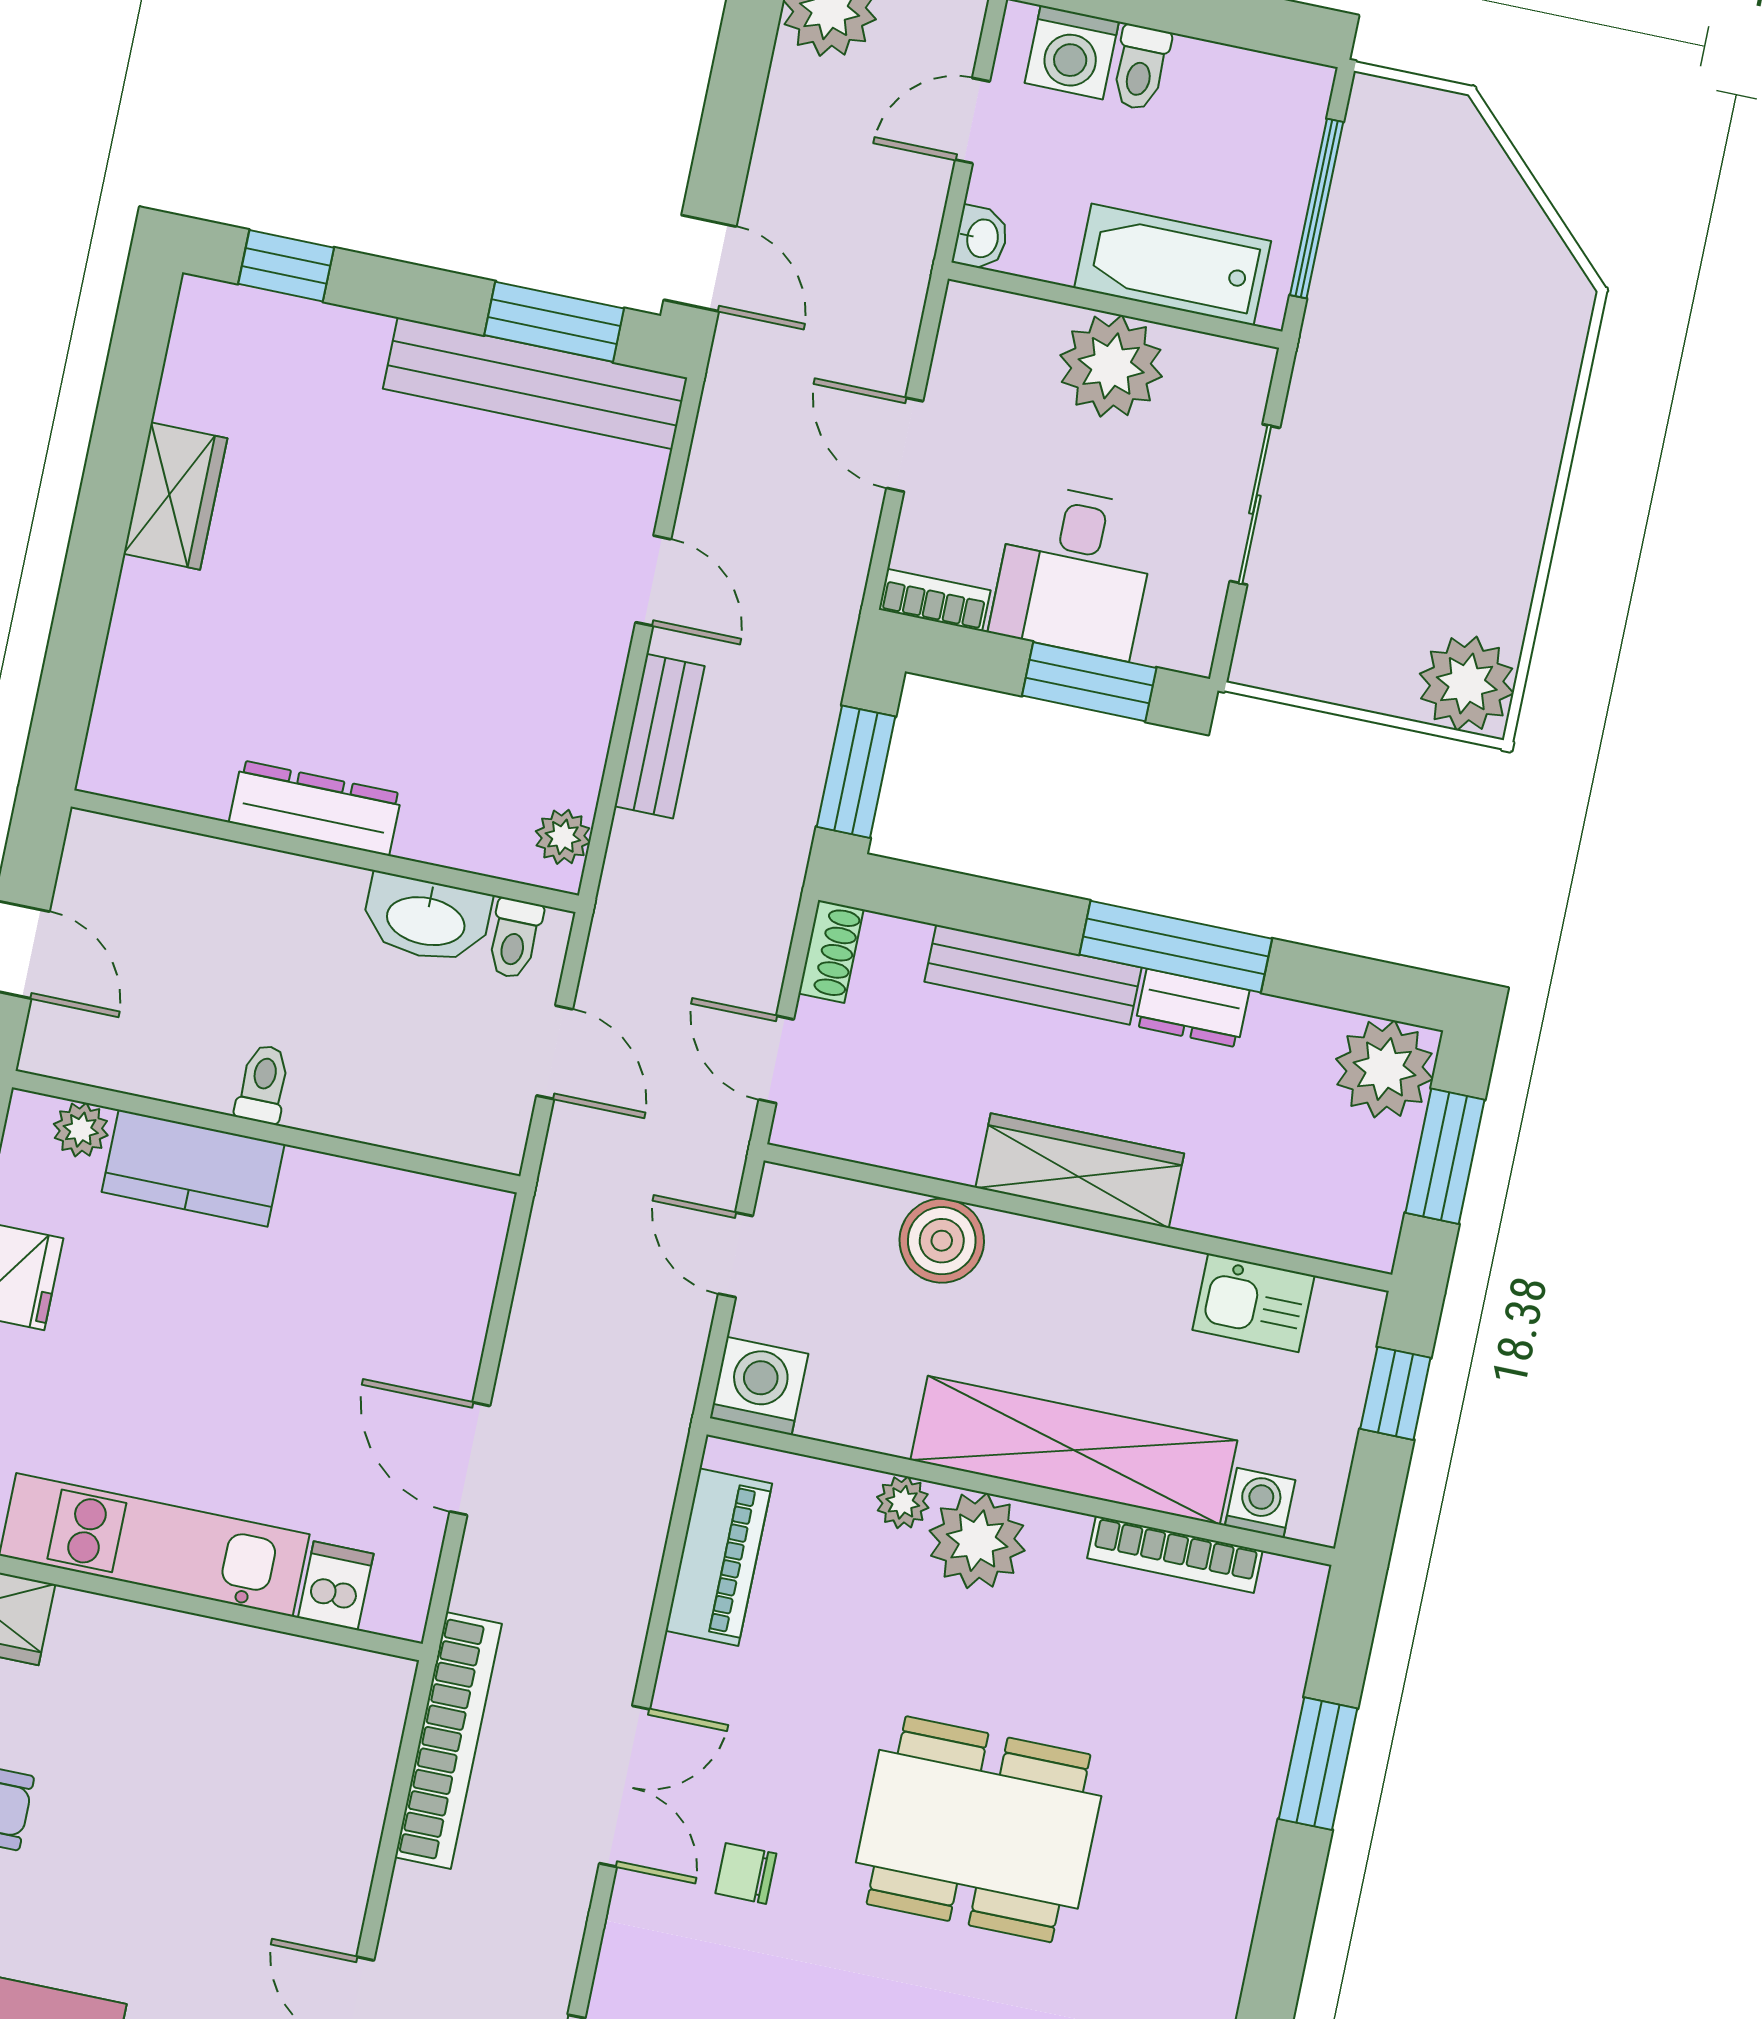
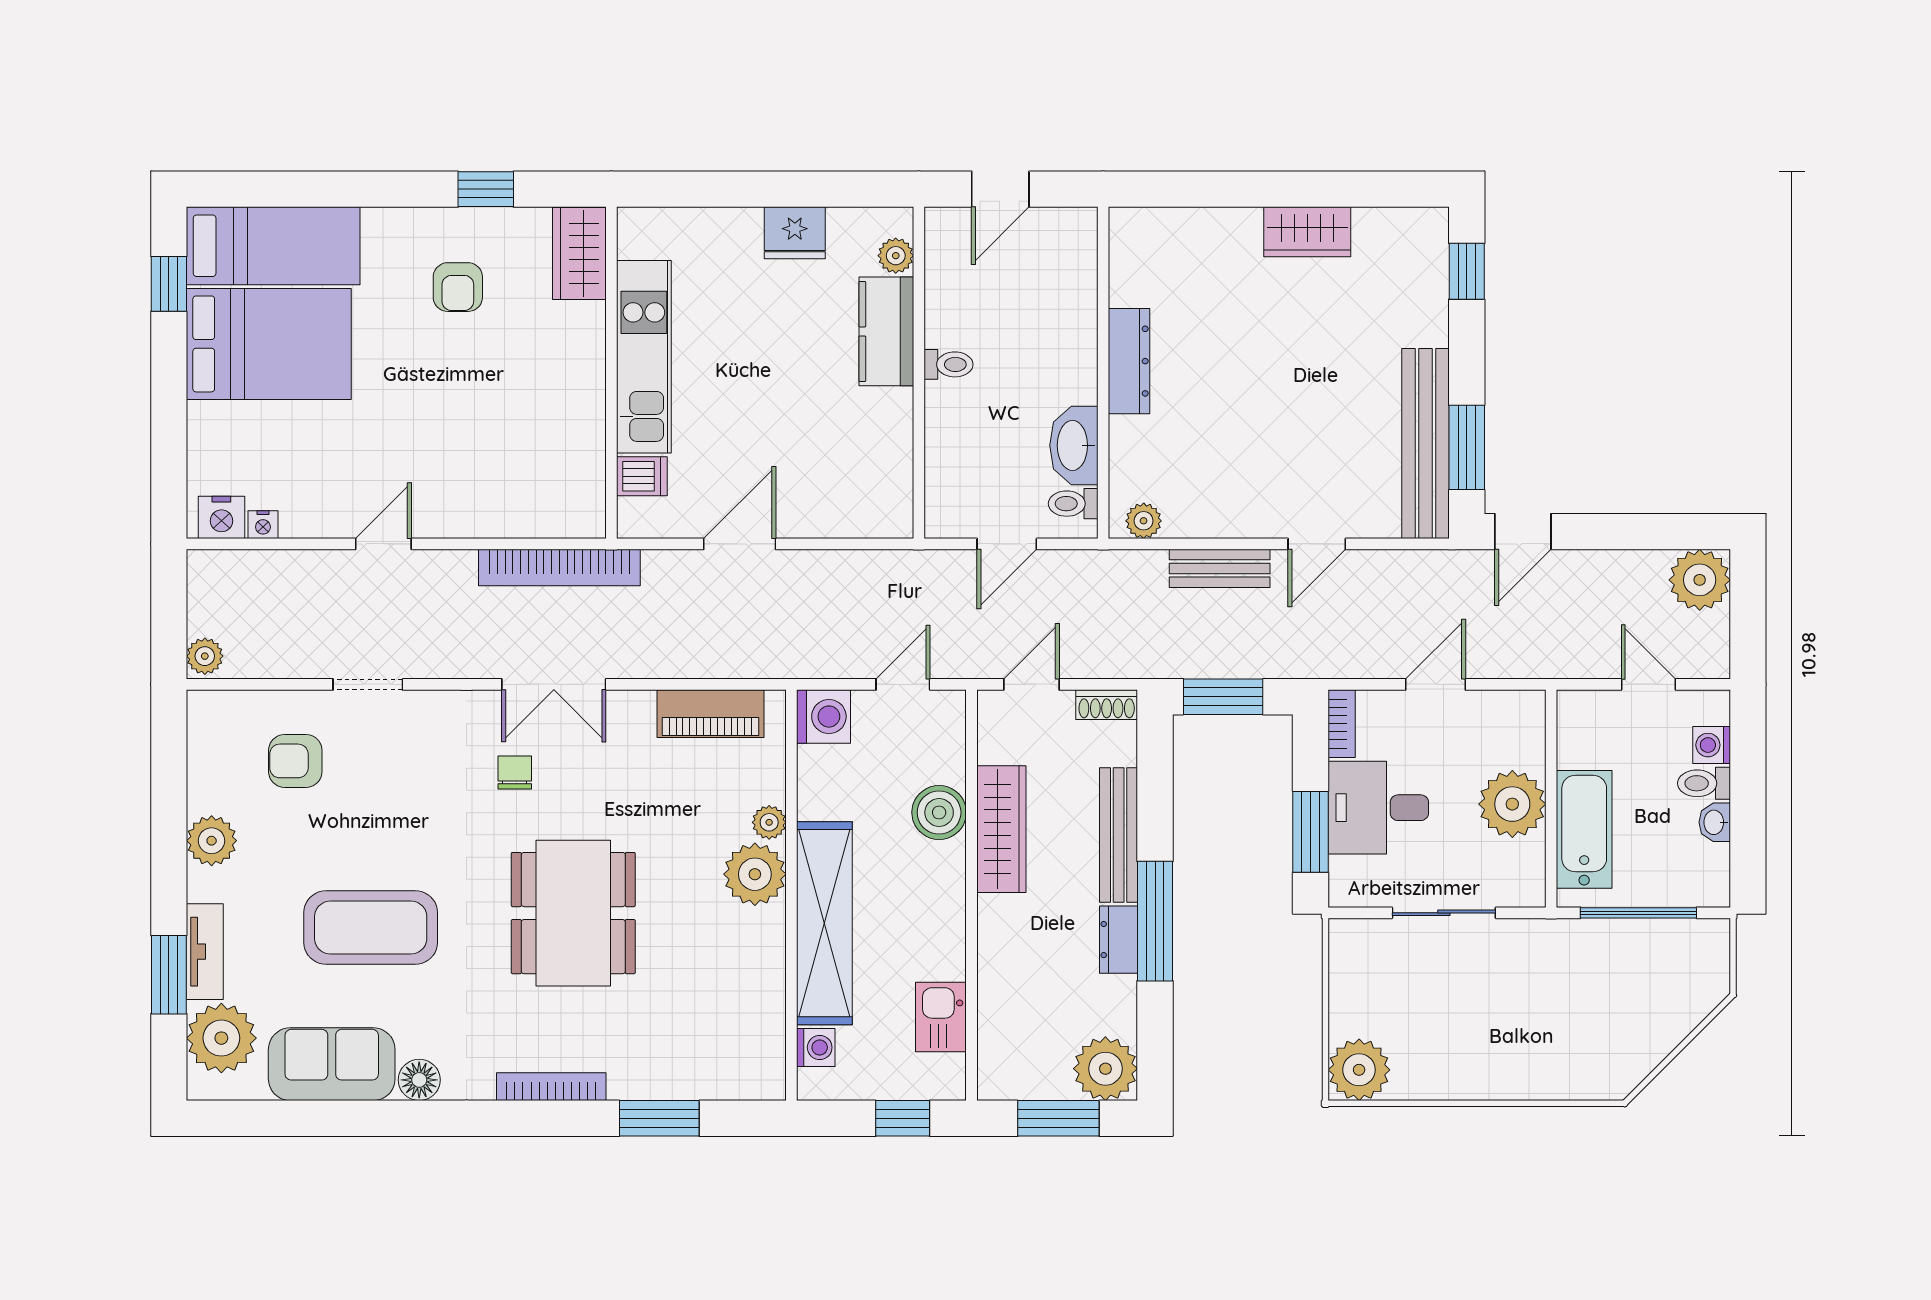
washing machine: (1072, 52) -> (1712, 745), width x0.73, depth x0.73
washbasin: (981, 238) -> (1715, 822), moved, turned 90
wardrobe: (1080, 1171) -> (1001, 829), moved
bookcase: (1175, 1554) -> (551, 1087), moved, turned 90

